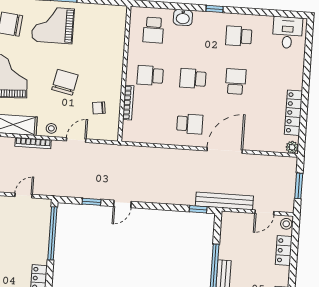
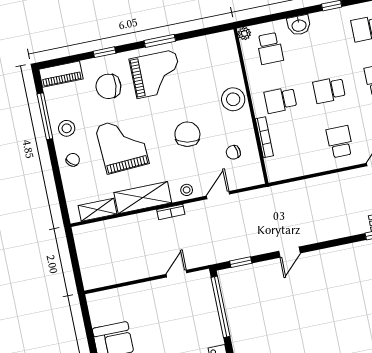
plant: (136, 12) -> (244, 34), added
grand piano: (53, 25) -> (156, 74), turned 180
stool: (111, 64) -> (233, 99), added
school desk: (190, 124) -> (340, 142), turned -90
bookcase: (33, 143) -> (171, 212), width x0.64
window: (91, 202) -> (241, 262), moved

